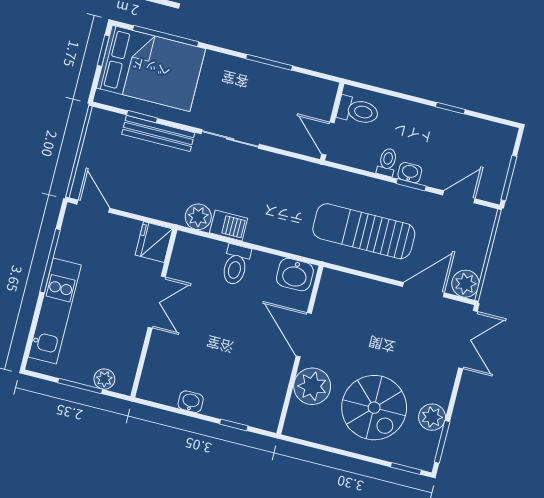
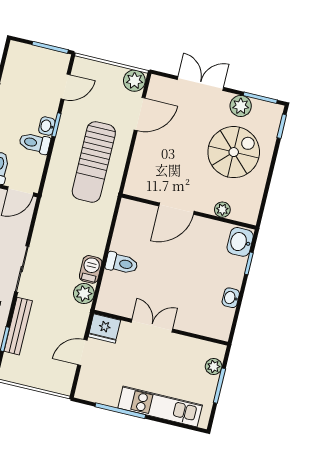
toilet: (387, 162) -> (35, 143), width x1.37, depth x1.39
door: (459, 197) -> (66, 87), swing flipped
door: (93, 206) -> (82, 353), moved
washbasin: (295, 275) -> (240, 242), moved, turned 180
door: (423, 290) -> (140, 114), swing flipped
double door: (468, 340) -> (200, 83), moved
plant: (312, 386) -> (222, 210), width x0.53, depth x0.53

